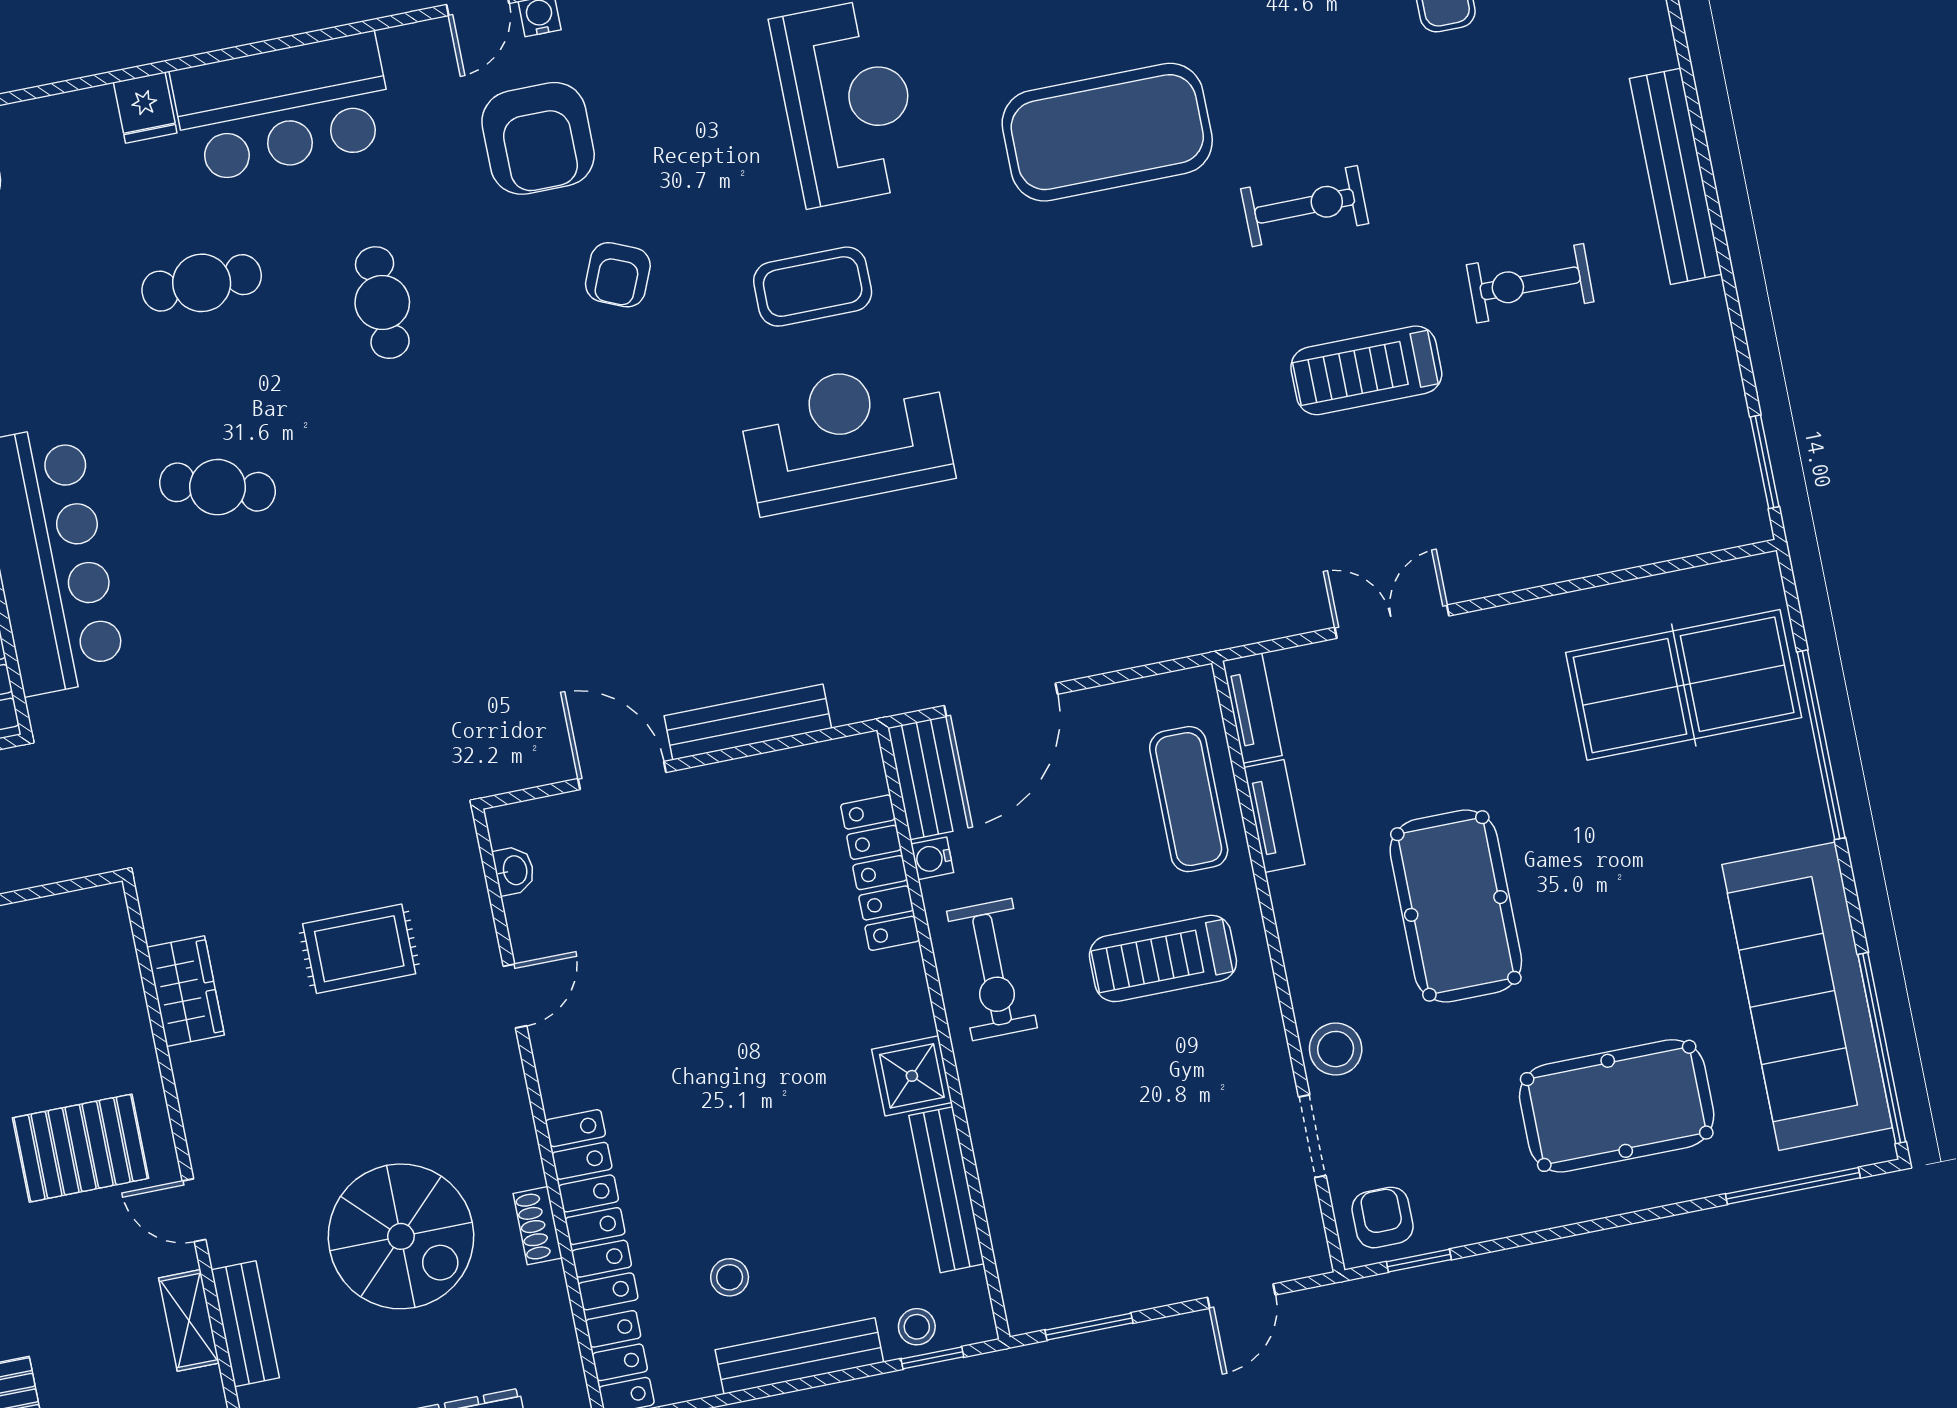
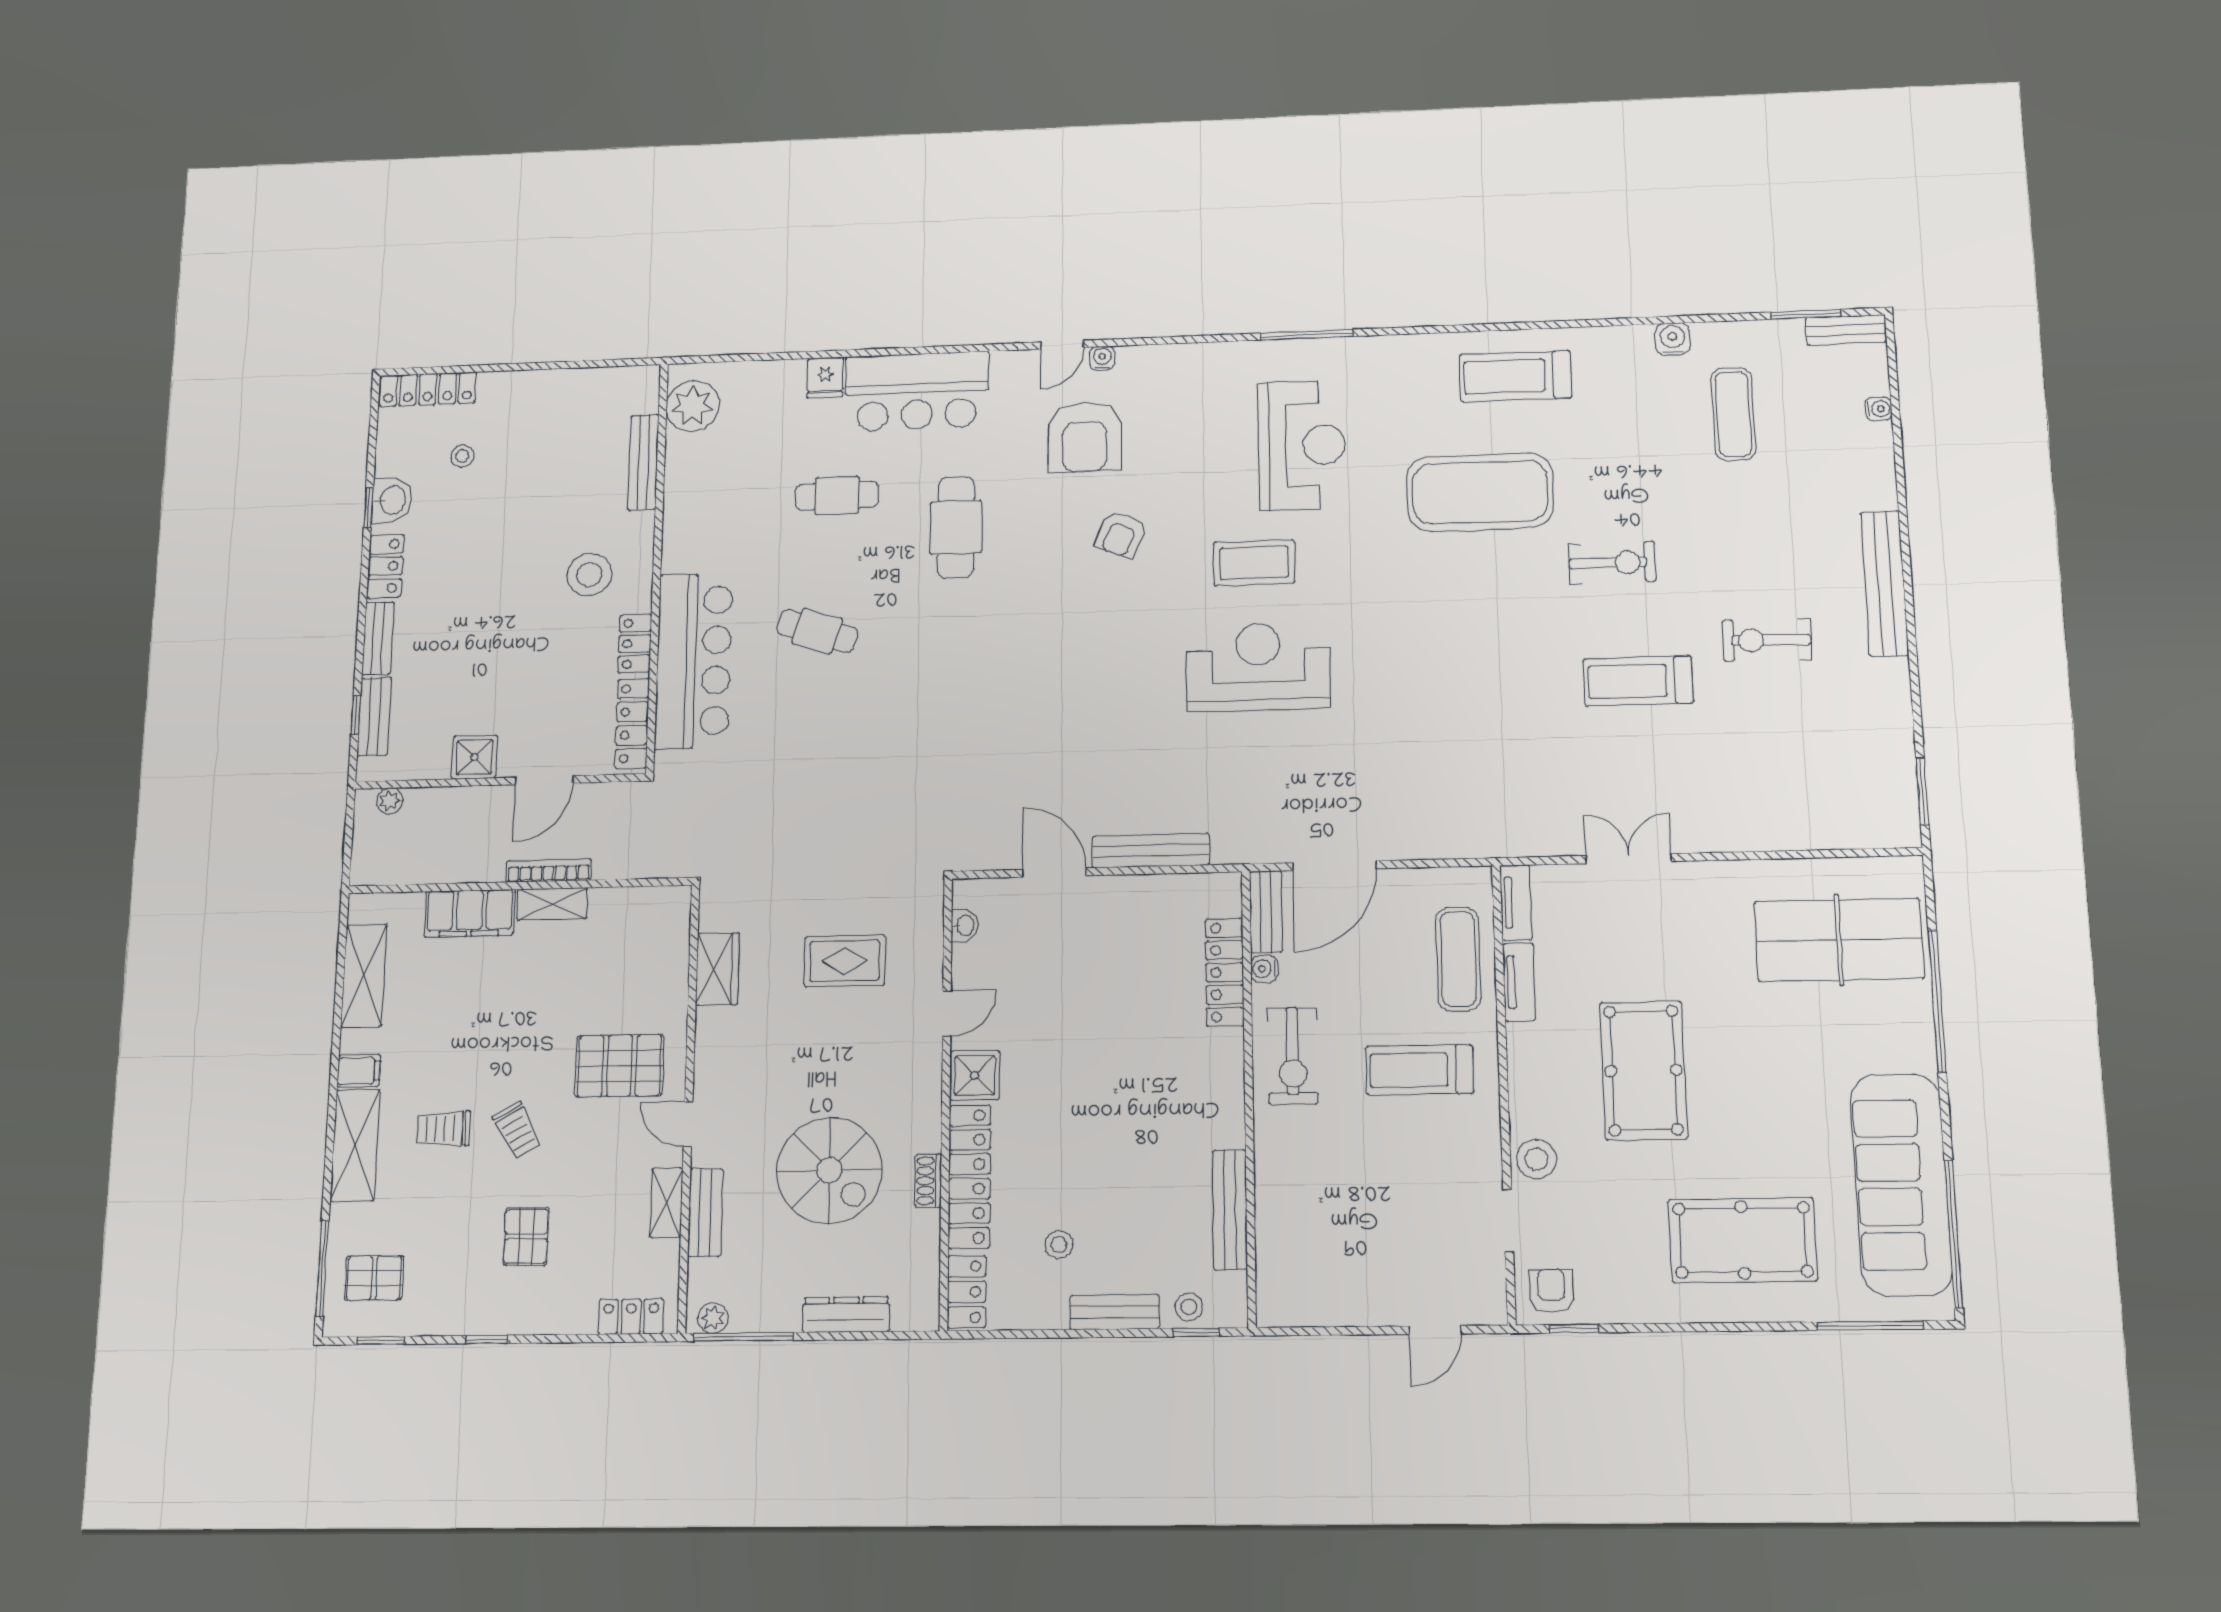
cafe table: (382, 303) -> (956, 527), width x1.37, depth x1.35
shower: (912, 1076) -> (975, 1075), moved
window: (1089, 1327) -> (1317, 1331), removed
bench: (799, 1356) -> (1115, 1312), width x0.73

